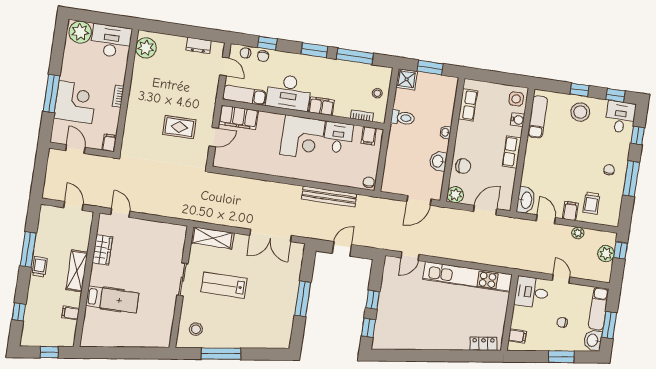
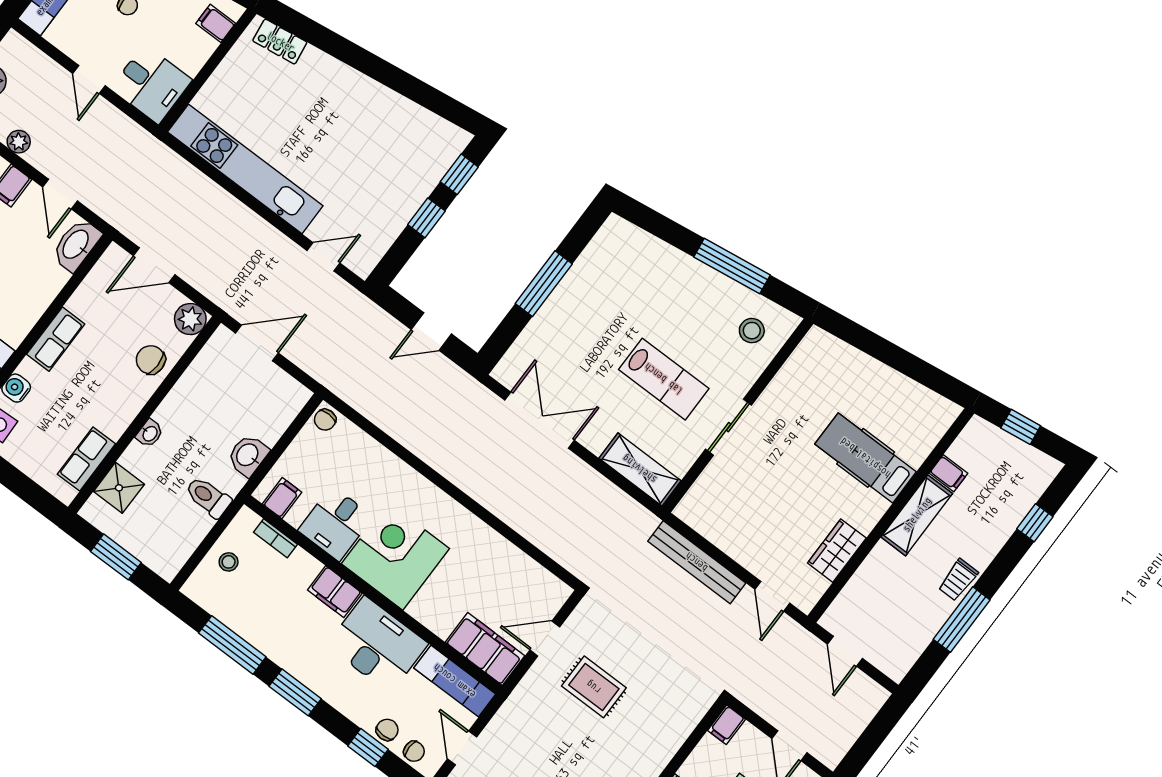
shower: (407, 79) -> (119, 488), moved
washbasin: (438, 161) -> (248, 455), moved, turned 180
bench: (329, 197) -> (697, 562), moved
shelving: (77, 271) -> (917, 515), moved

